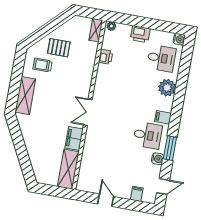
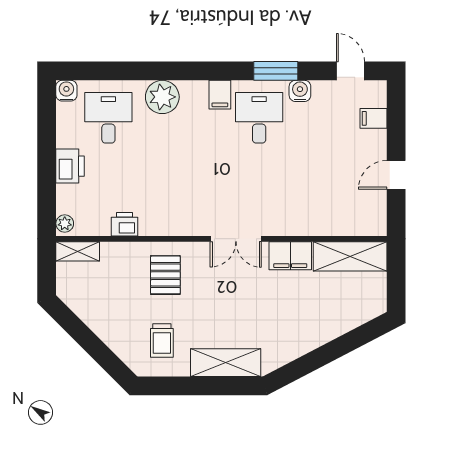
pallet: (59, 48) -> (165, 275), moved

